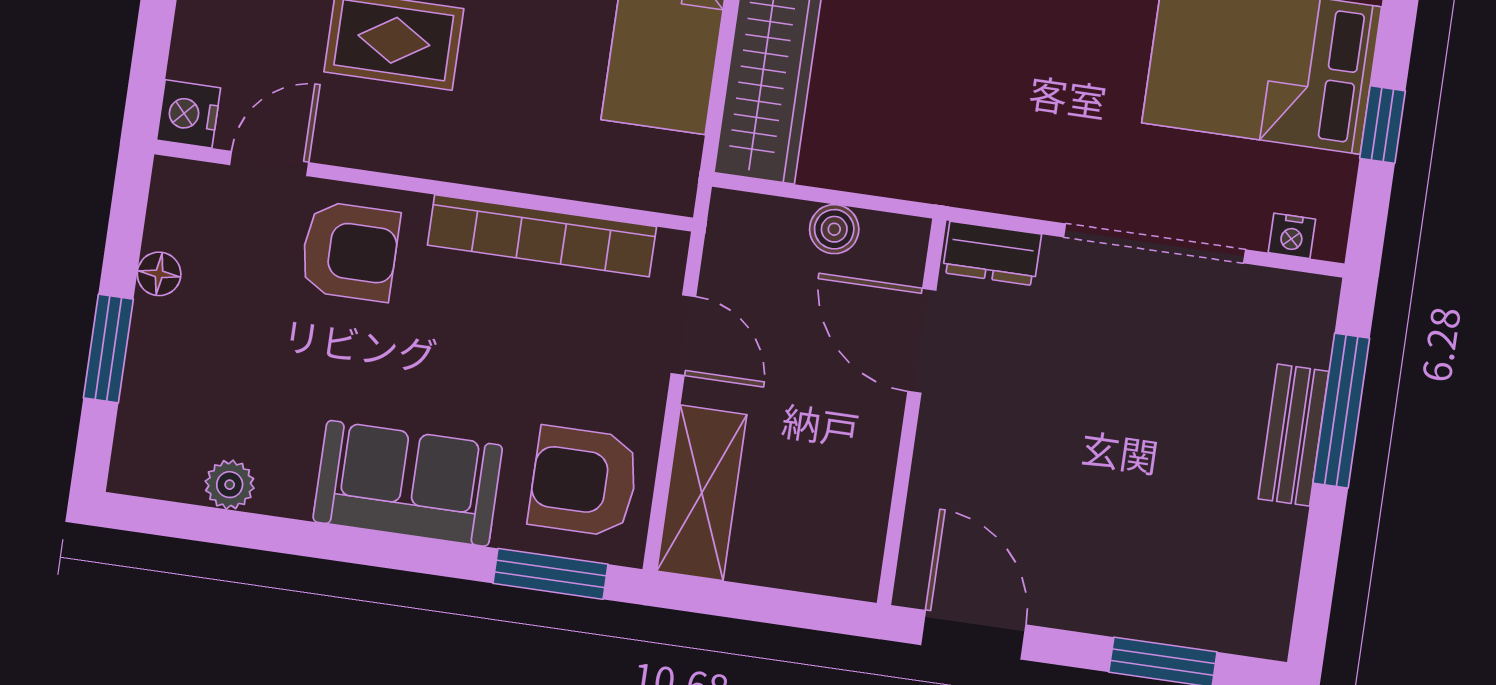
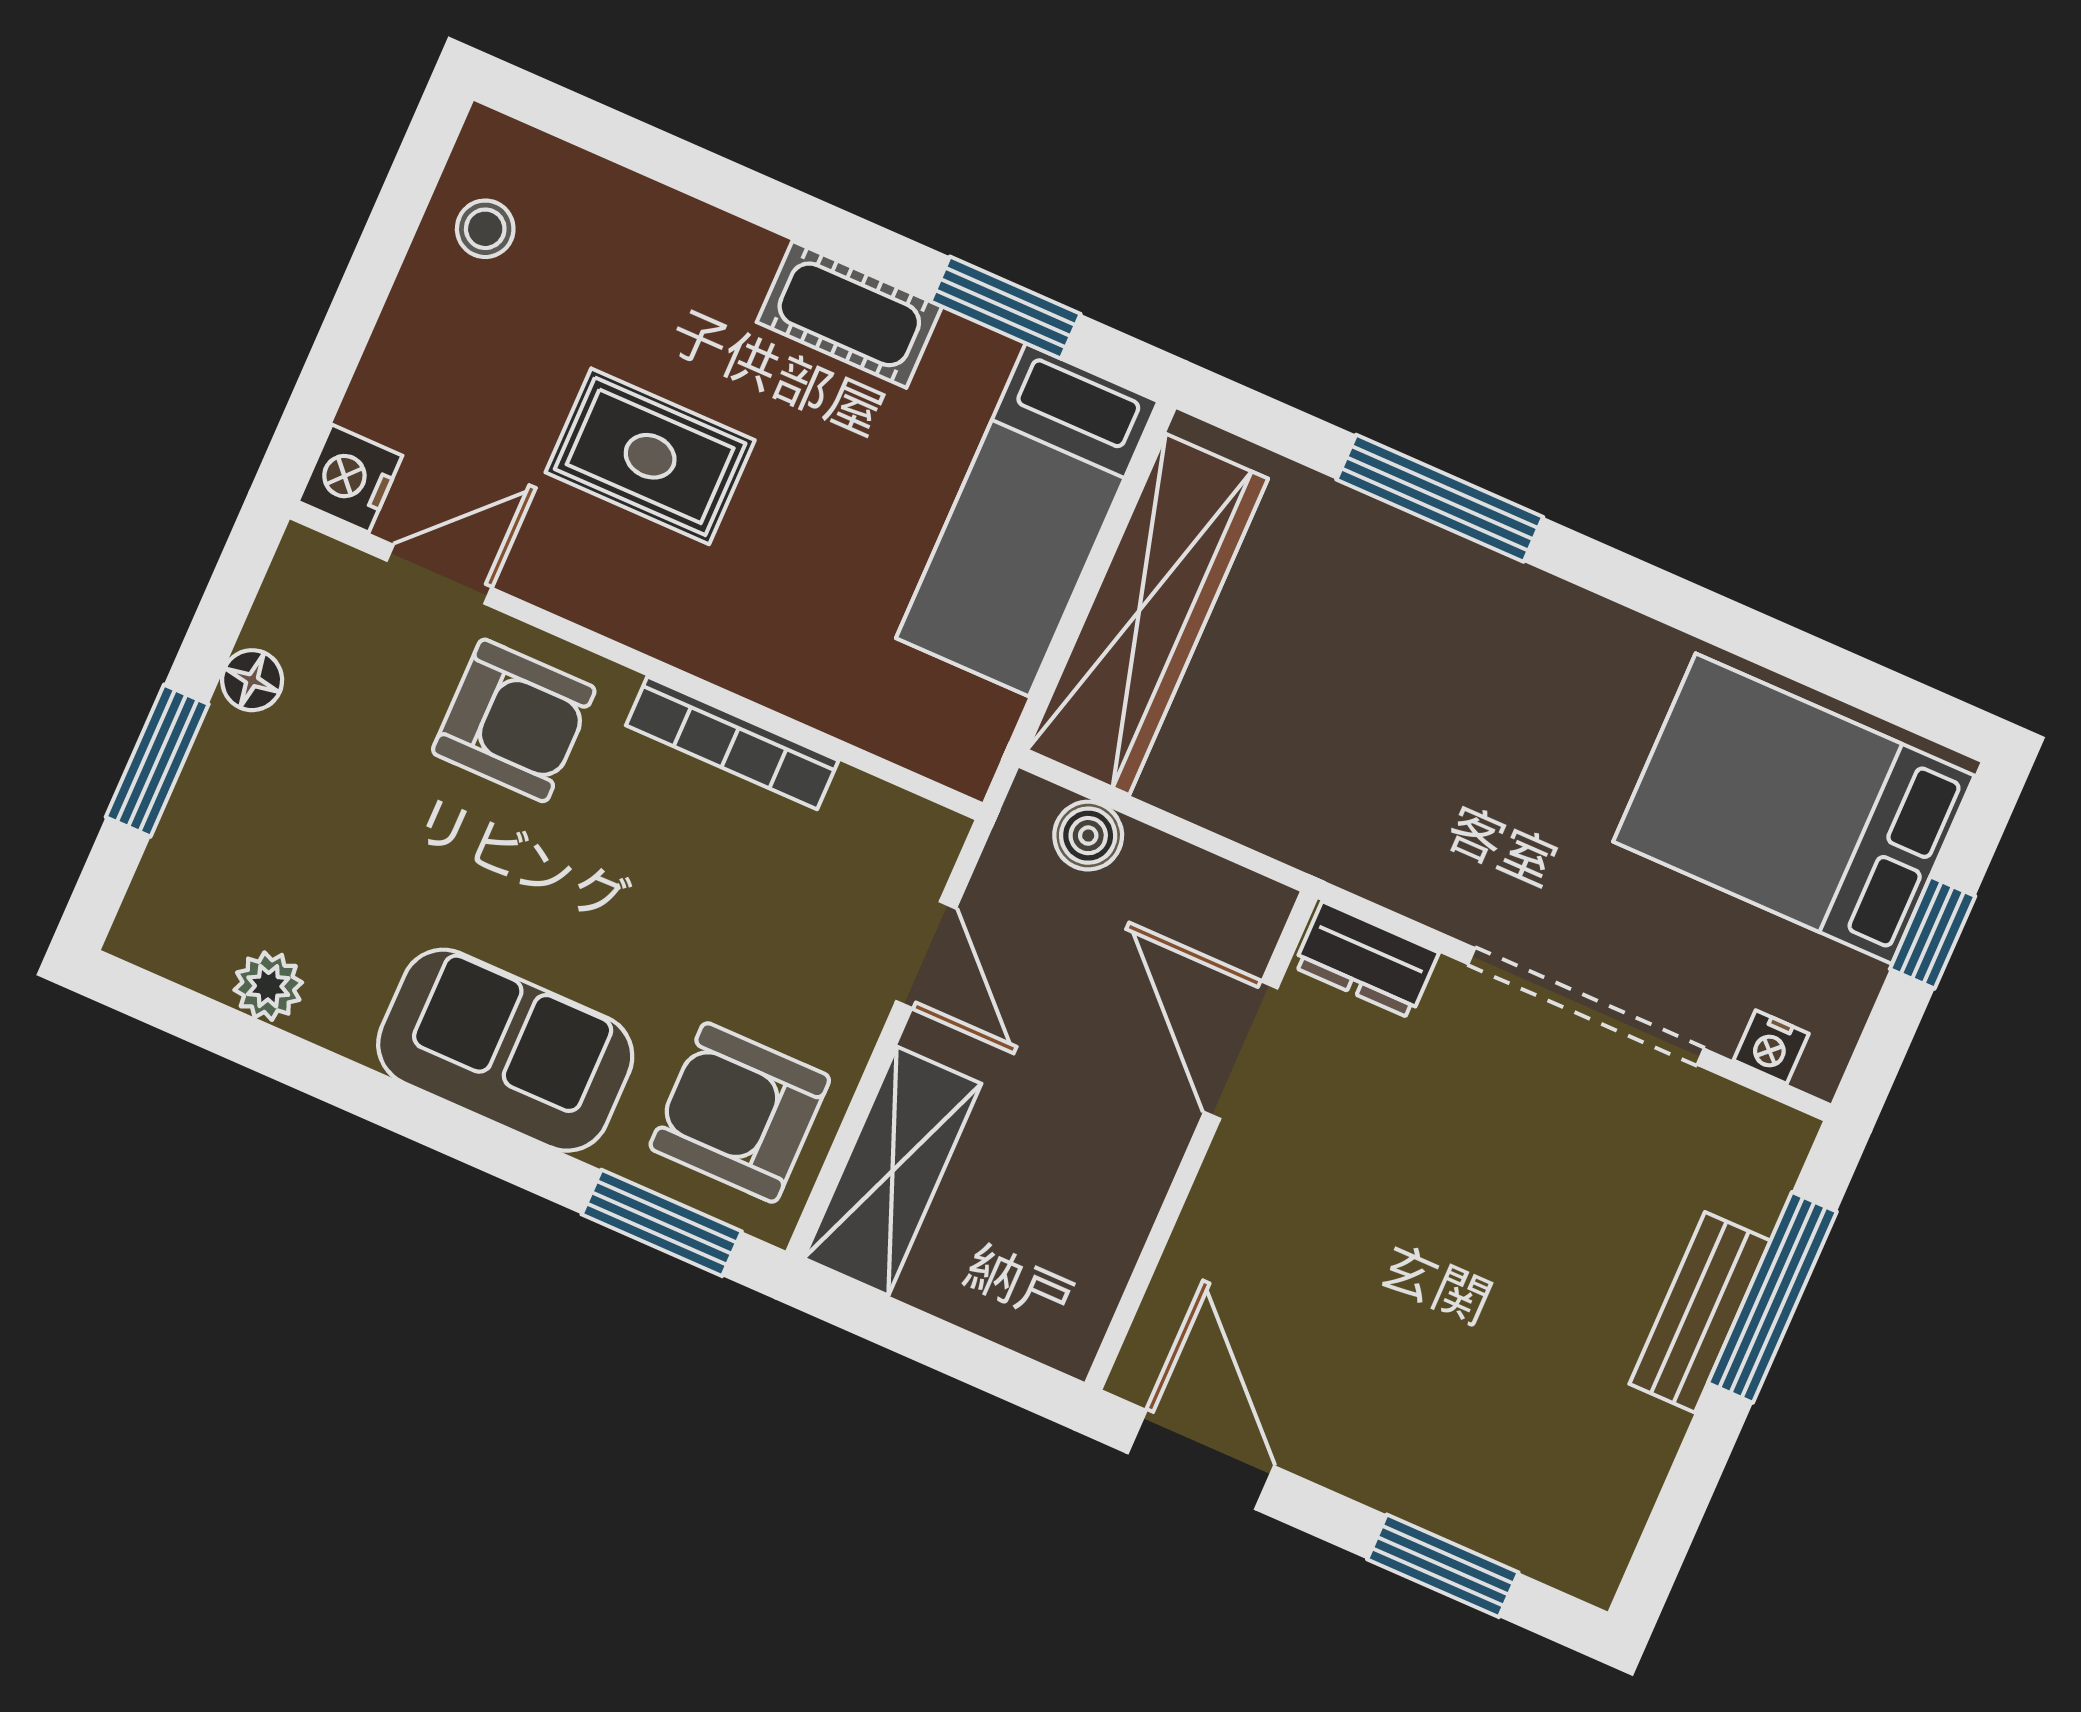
boiler: (834, 229) -> (1088, 836), moved
bookcase: (542, 236) -> (732, 743), width x0.68, depth x0.76

